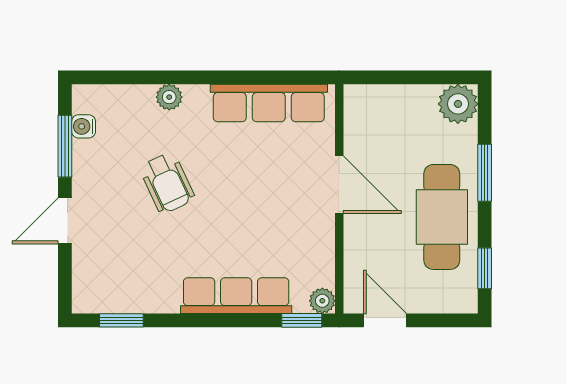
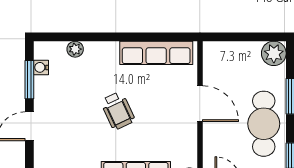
plant: (169, 97) -> (75, 49), moved
wheelchair: (167, 183) -> (118, 111), moved

